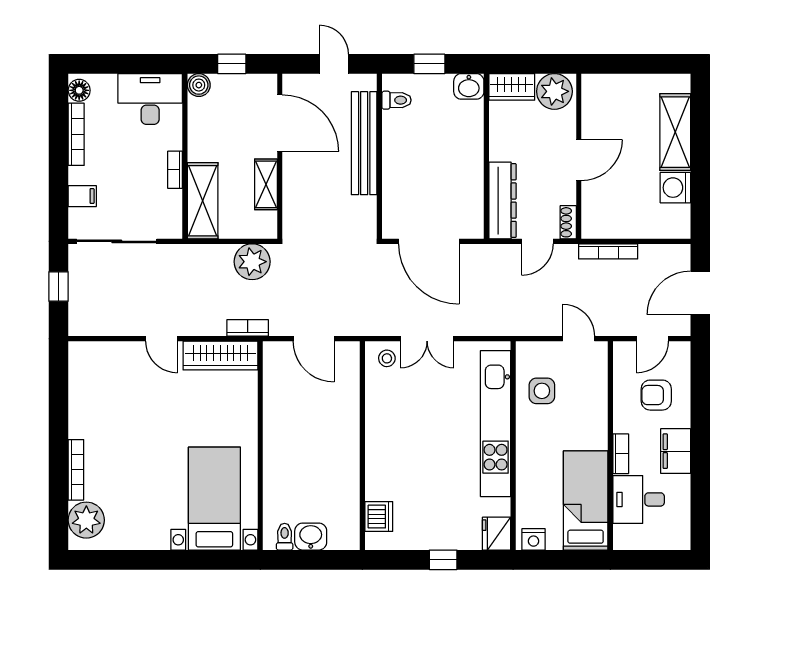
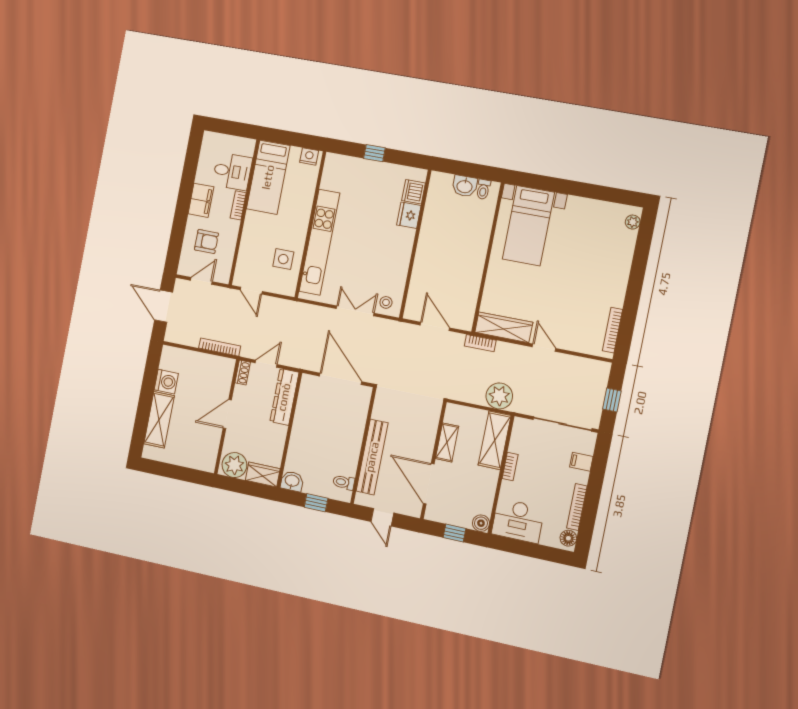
plant: (252, 262) -> (499, 396), moved
door: (700, 293) -> (164, 306), swing flipped
bookcase: (76, 470) -> (612, 330), moved
plant: (86, 520) -> (633, 222), width x0.53, depth x0.53
fridge: (497, 534) -> (409, 215), moved, turned 180

